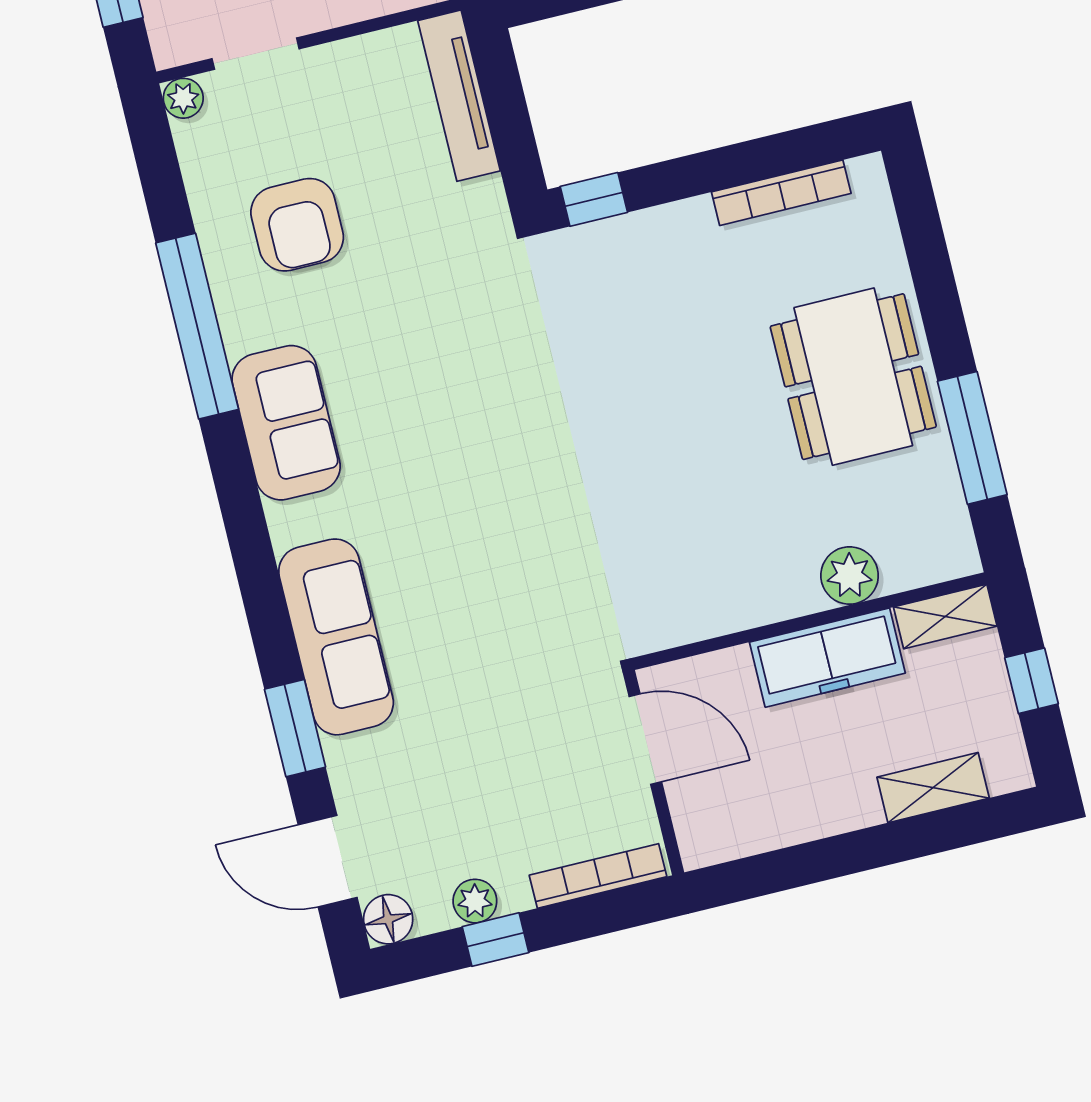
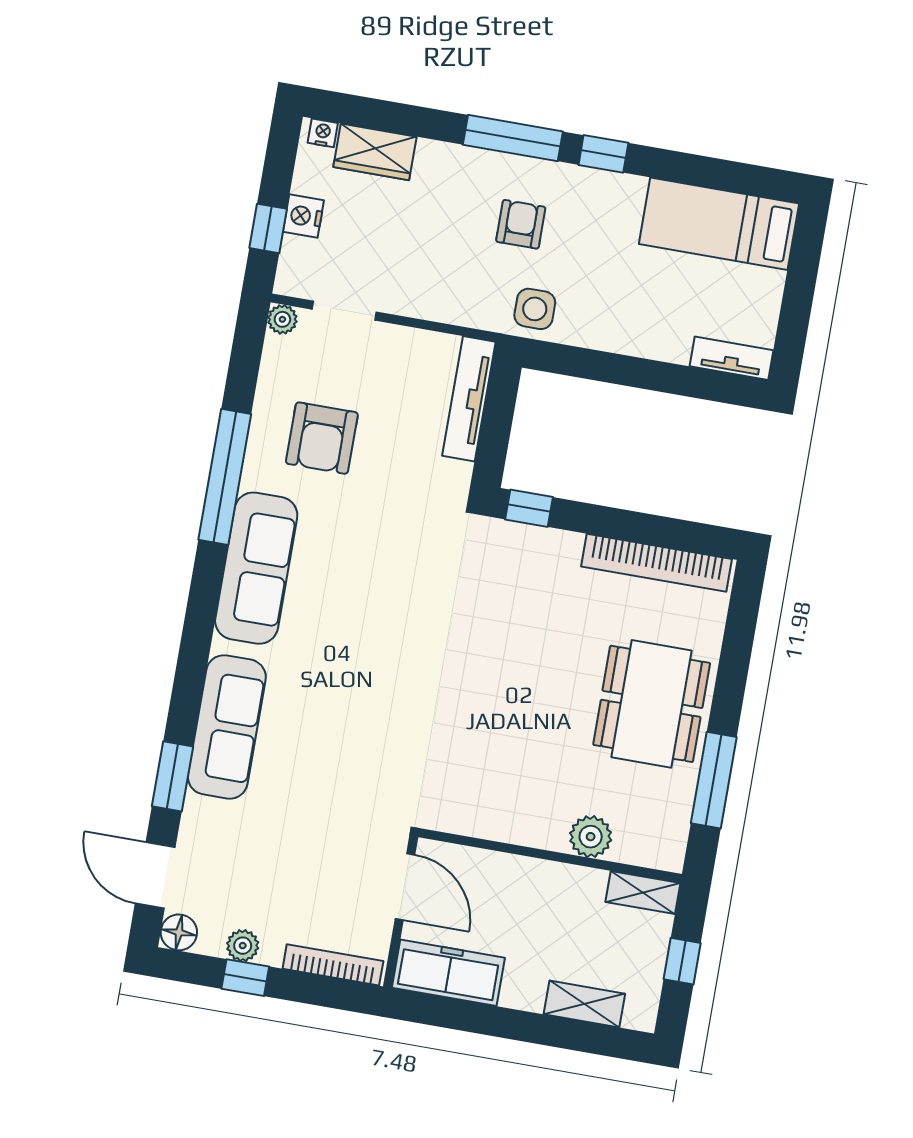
bookcase: (781, 193) -> (657, 563), width x1.48, depth x1.31
sofa: (286, 423) -> (256, 568), width x1.36
freezer: (827, 658) -> (448, 973), moved, turned 180

